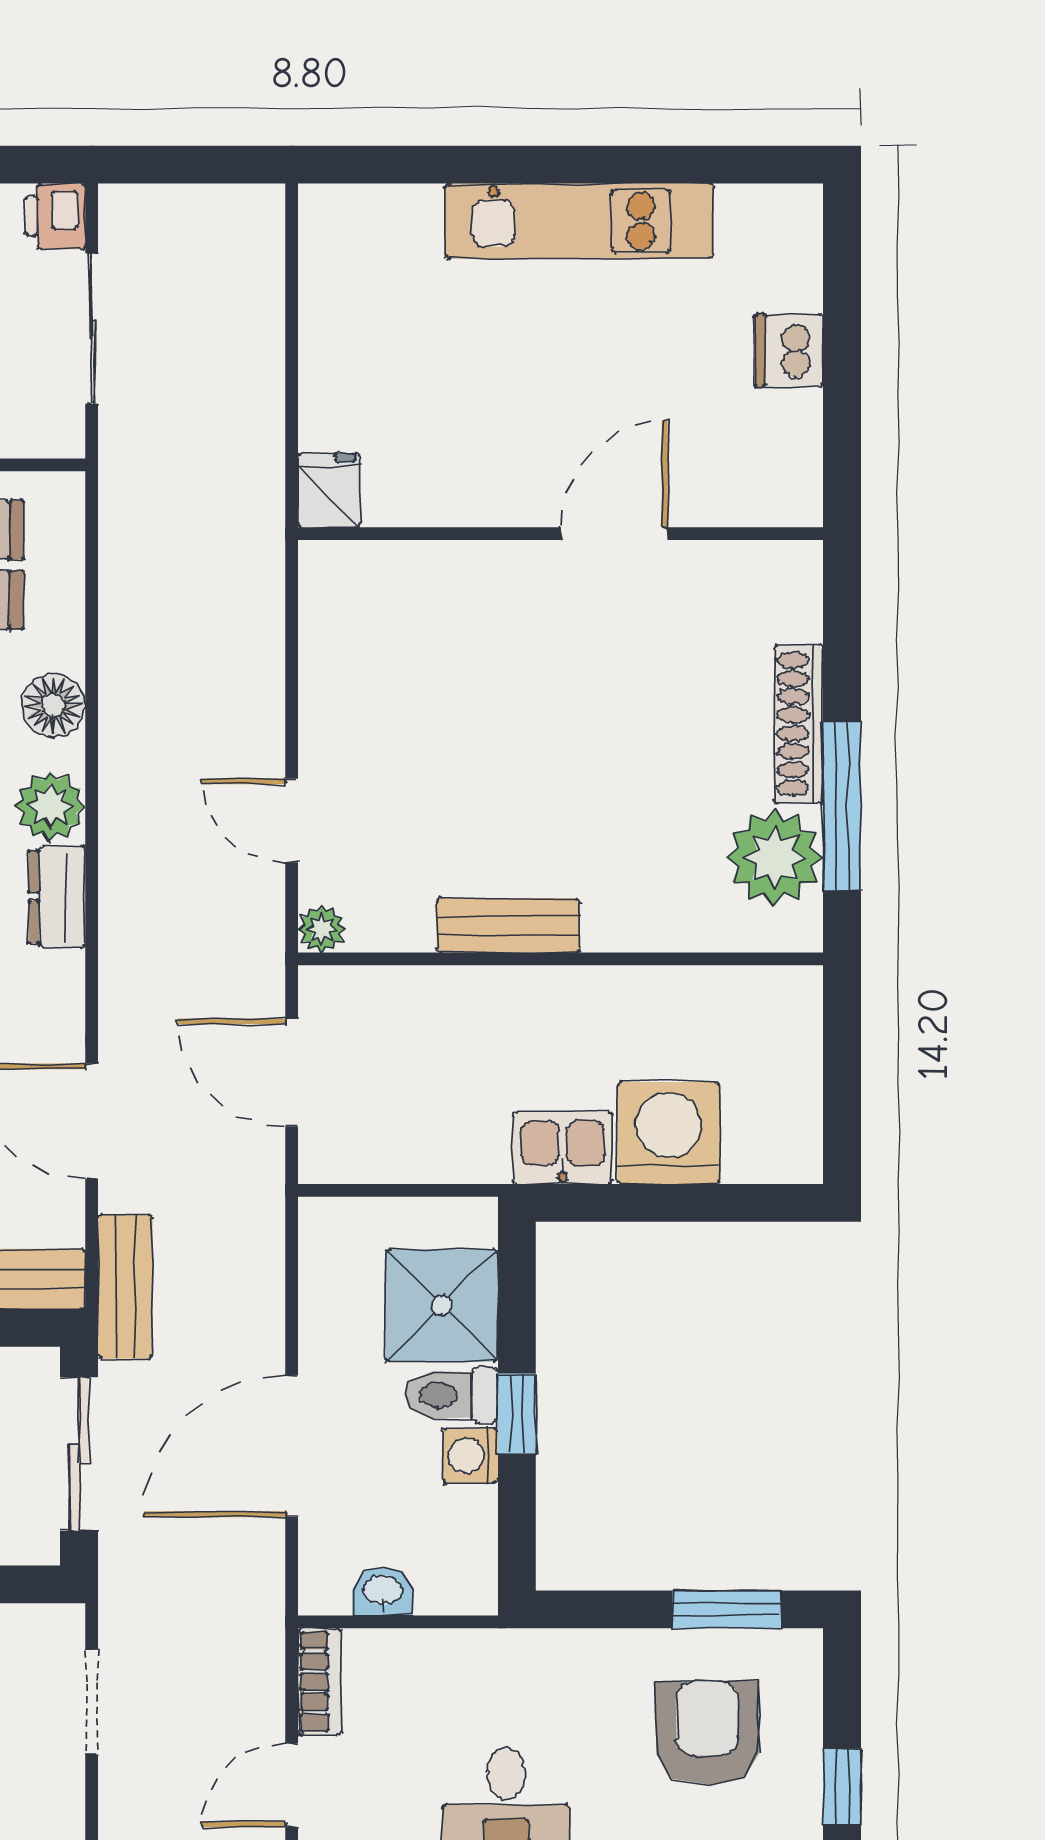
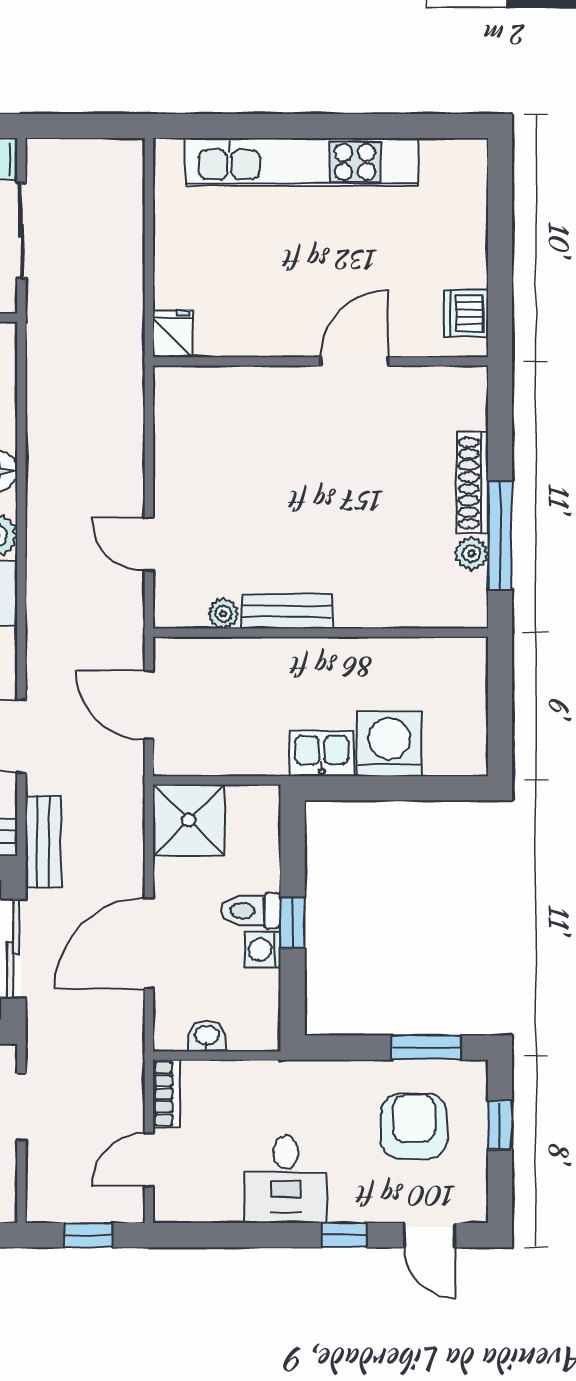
kitchen unit: (579, 221) -> (301, 162), width x1.36
dishwasher: (789, 351) -> (466, 313), moved
plant: (774, 857) -> (471, 553), width x0.53, depth x0.53
plant: (322, 929) -> (223, 614), moved
shower: (442, 1306) -> (189, 820), moved
window: (842, 1787) -> (500, 1125), moved

